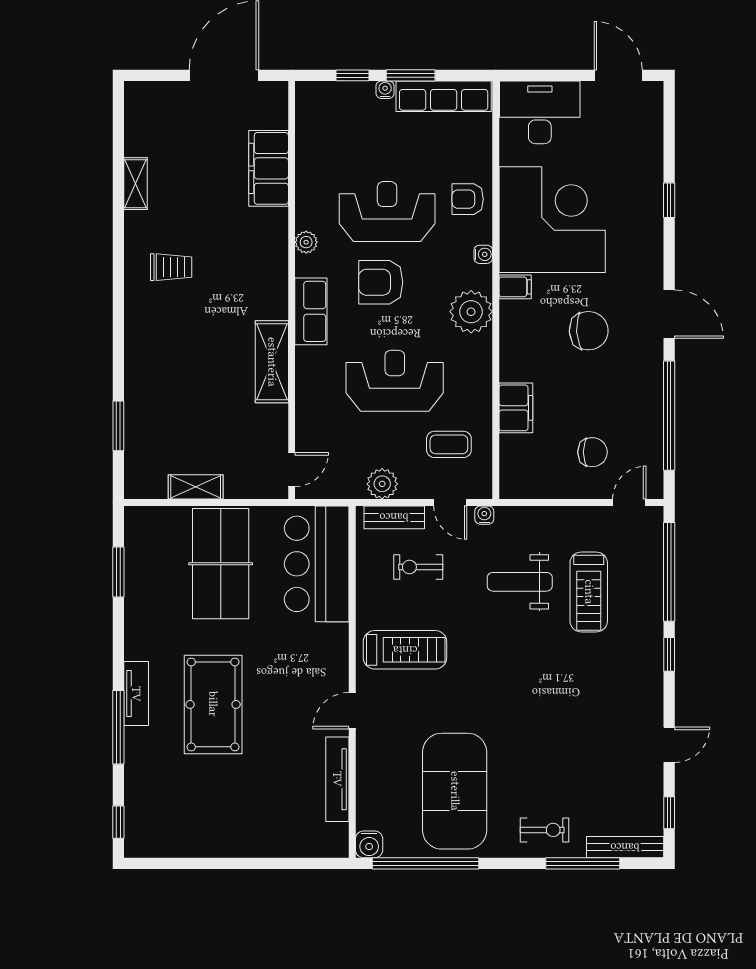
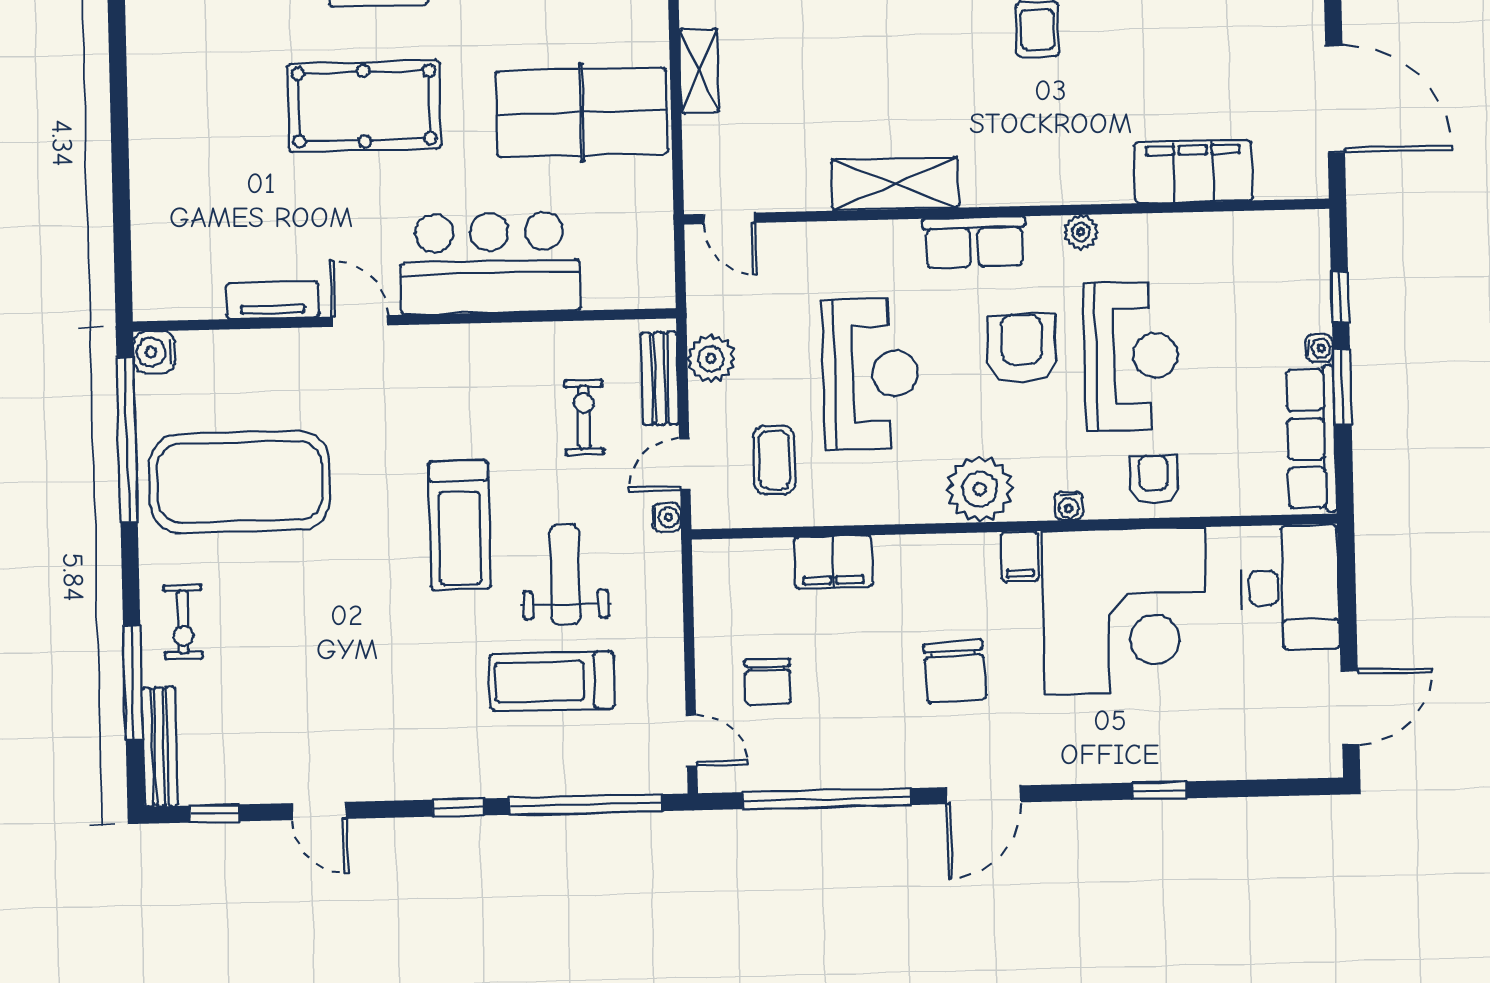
bar counter: (317, 564) -> (490, 263), moved
treadmill: (405, 650) -> (460, 525), moved
tv unit: (337, 779) -> (273, 300), width x0.71

